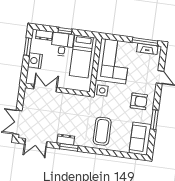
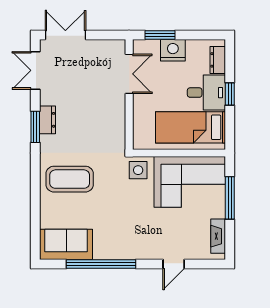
window: (145, 42) -> (230, 198), moved
window: (28, 47) -> (160, 35), moved
armchair: (139, 101) -> (128, 234), removed
window: (154, 120) -> (101, 264), width x2.11

